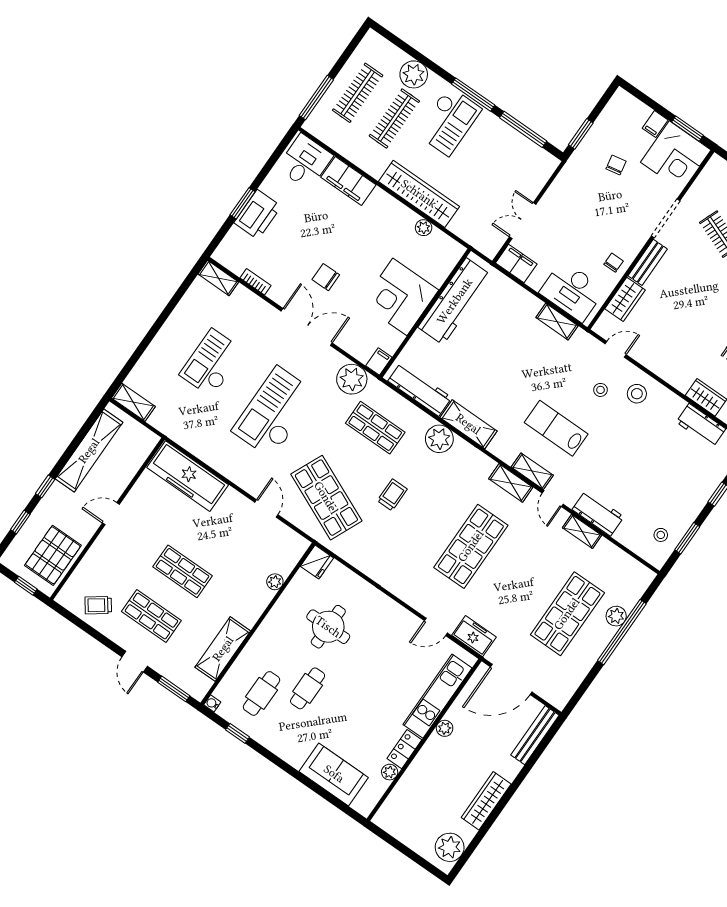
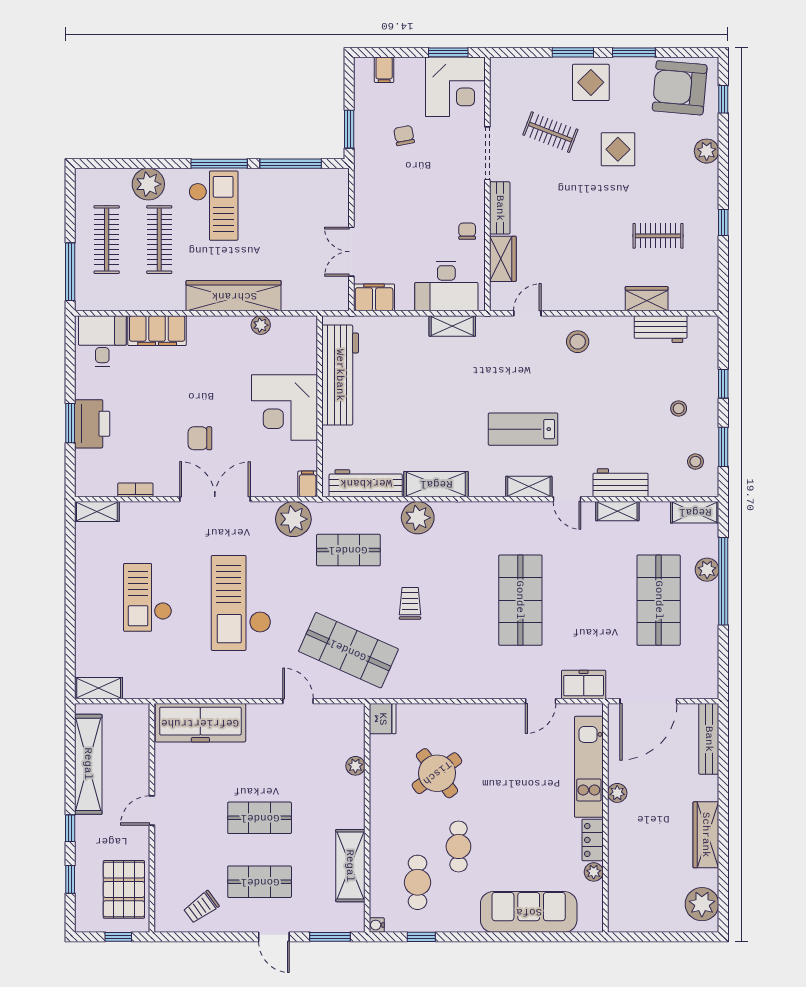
filing cabinet: (655, 124) -> (384, 70), moved
stool: (600, 390) -> (679, 408), moved
shelving: (511, 483) -> (695, 512), moved
round table: (328, 627) -> (437, 773), turned -37
sofa: (334, 774) -> (529, 912), width x1.36

